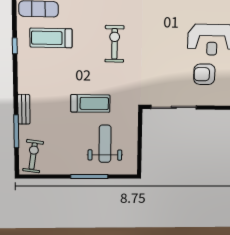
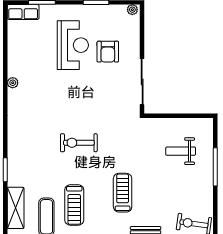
treadmill: (90, 103) -> (123, 193), moved
weight bench: (105, 144) -> (181, 151), width x0.73, depth x0.75

